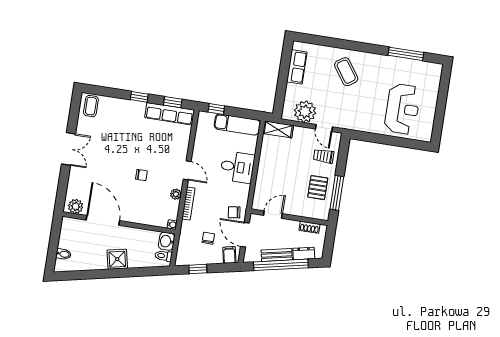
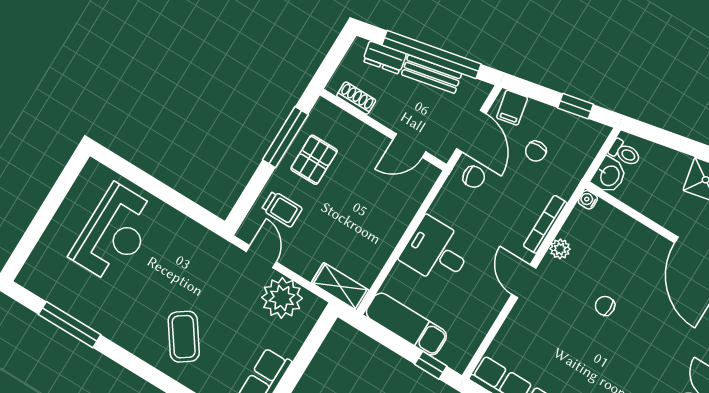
reception desk: (402, 109) -> (114, 233), turned 180

